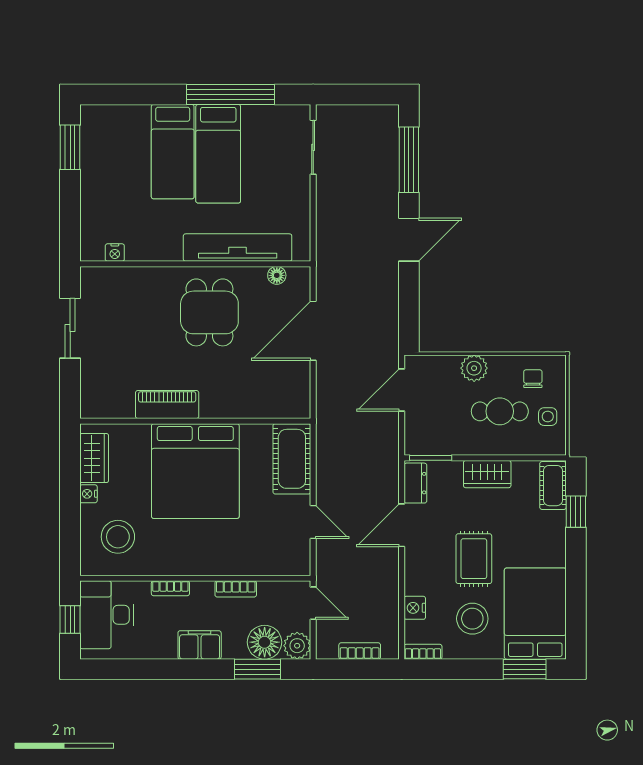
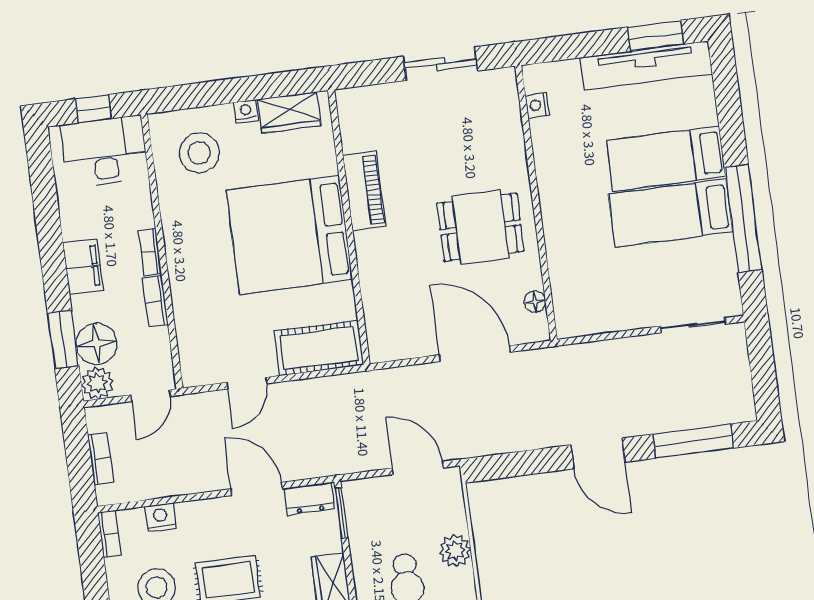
tv unit: (238, 248) -> (646, 66), moved, turned 90
bookcase: (170, 588) -> (150, 252), moved

